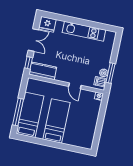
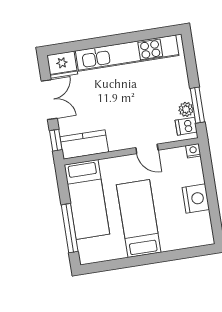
kitchen unit: (84, 31) -> (127, 53), width x1.36
bed: (30, 115) -> (87, 199), moved, turned 180
nightstand: (91, 122) -> (196, 199), added

